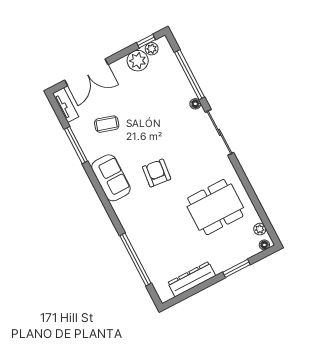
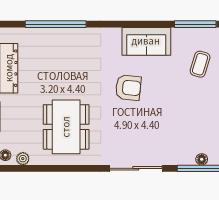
floor lamp: (195, 104) -> (202, 159), moved

